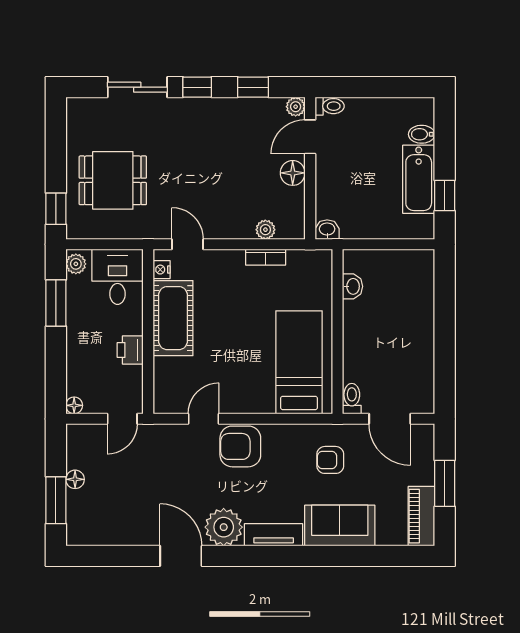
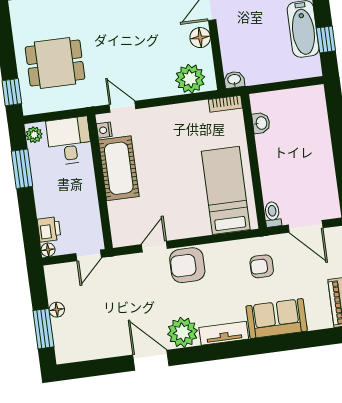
plant: (265, 230) -> (190, 79), width x1.88, depth x1.88
bookcase: (266, 257) -> (225, 104), moved
printer: (130, 350) -> (49, 229), moved, turned 180

